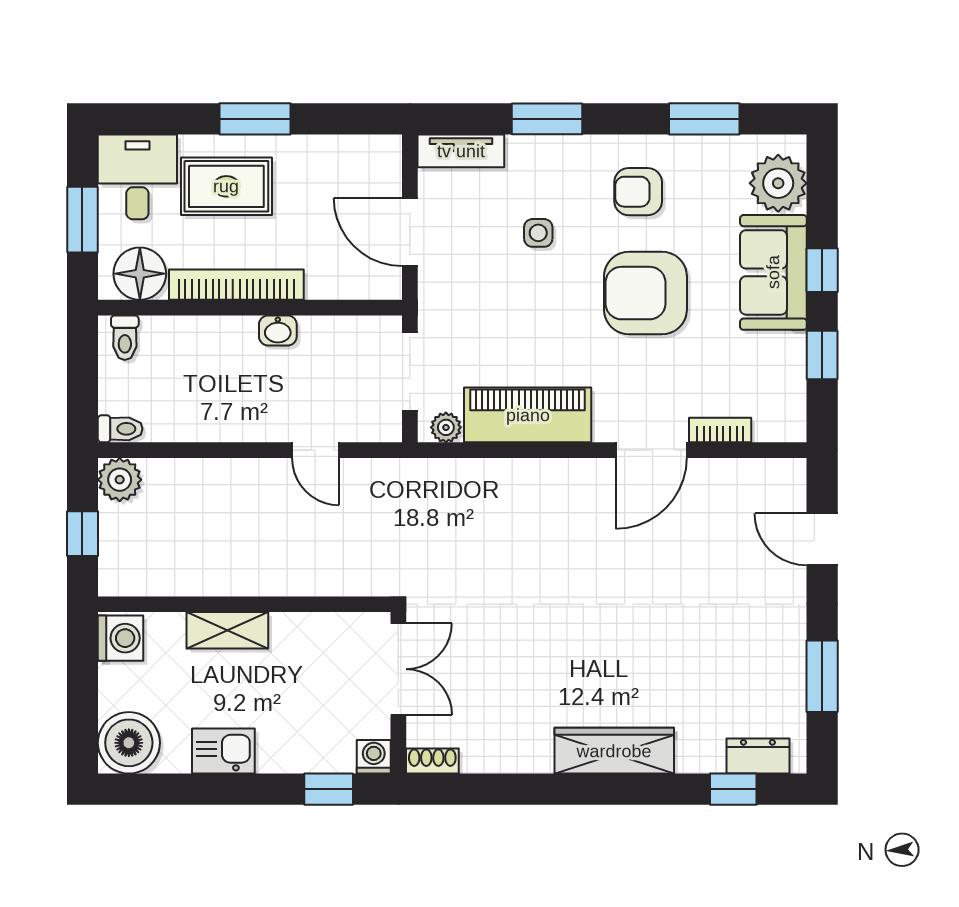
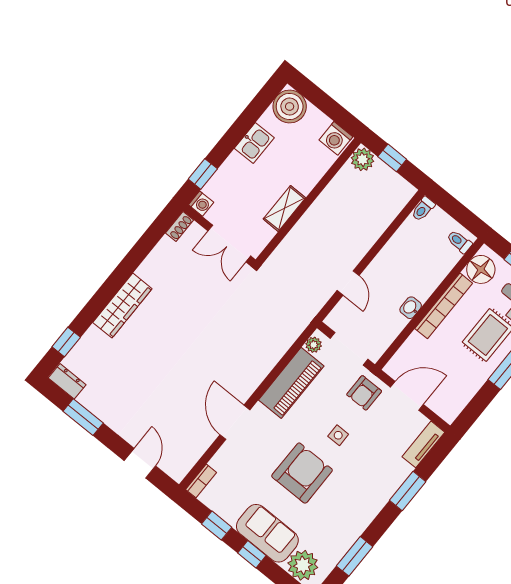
armchair: (638, 192) -> (364, 393), moved, turned 180
side table: (538, 233) -> (338, 435), moved
bookcase: (720, 430) -> (201, 481), moved
door: (316, 450) -> (348, 283), swing flipped
plant: (120, 480) -> (363, 159), moved
door: (822, 539) -> (140, 463), hinge flipped
shelving: (227, 630) -> (284, 208), moved
dresser: (758, 756) -> (67, 381), moved, turned -90

